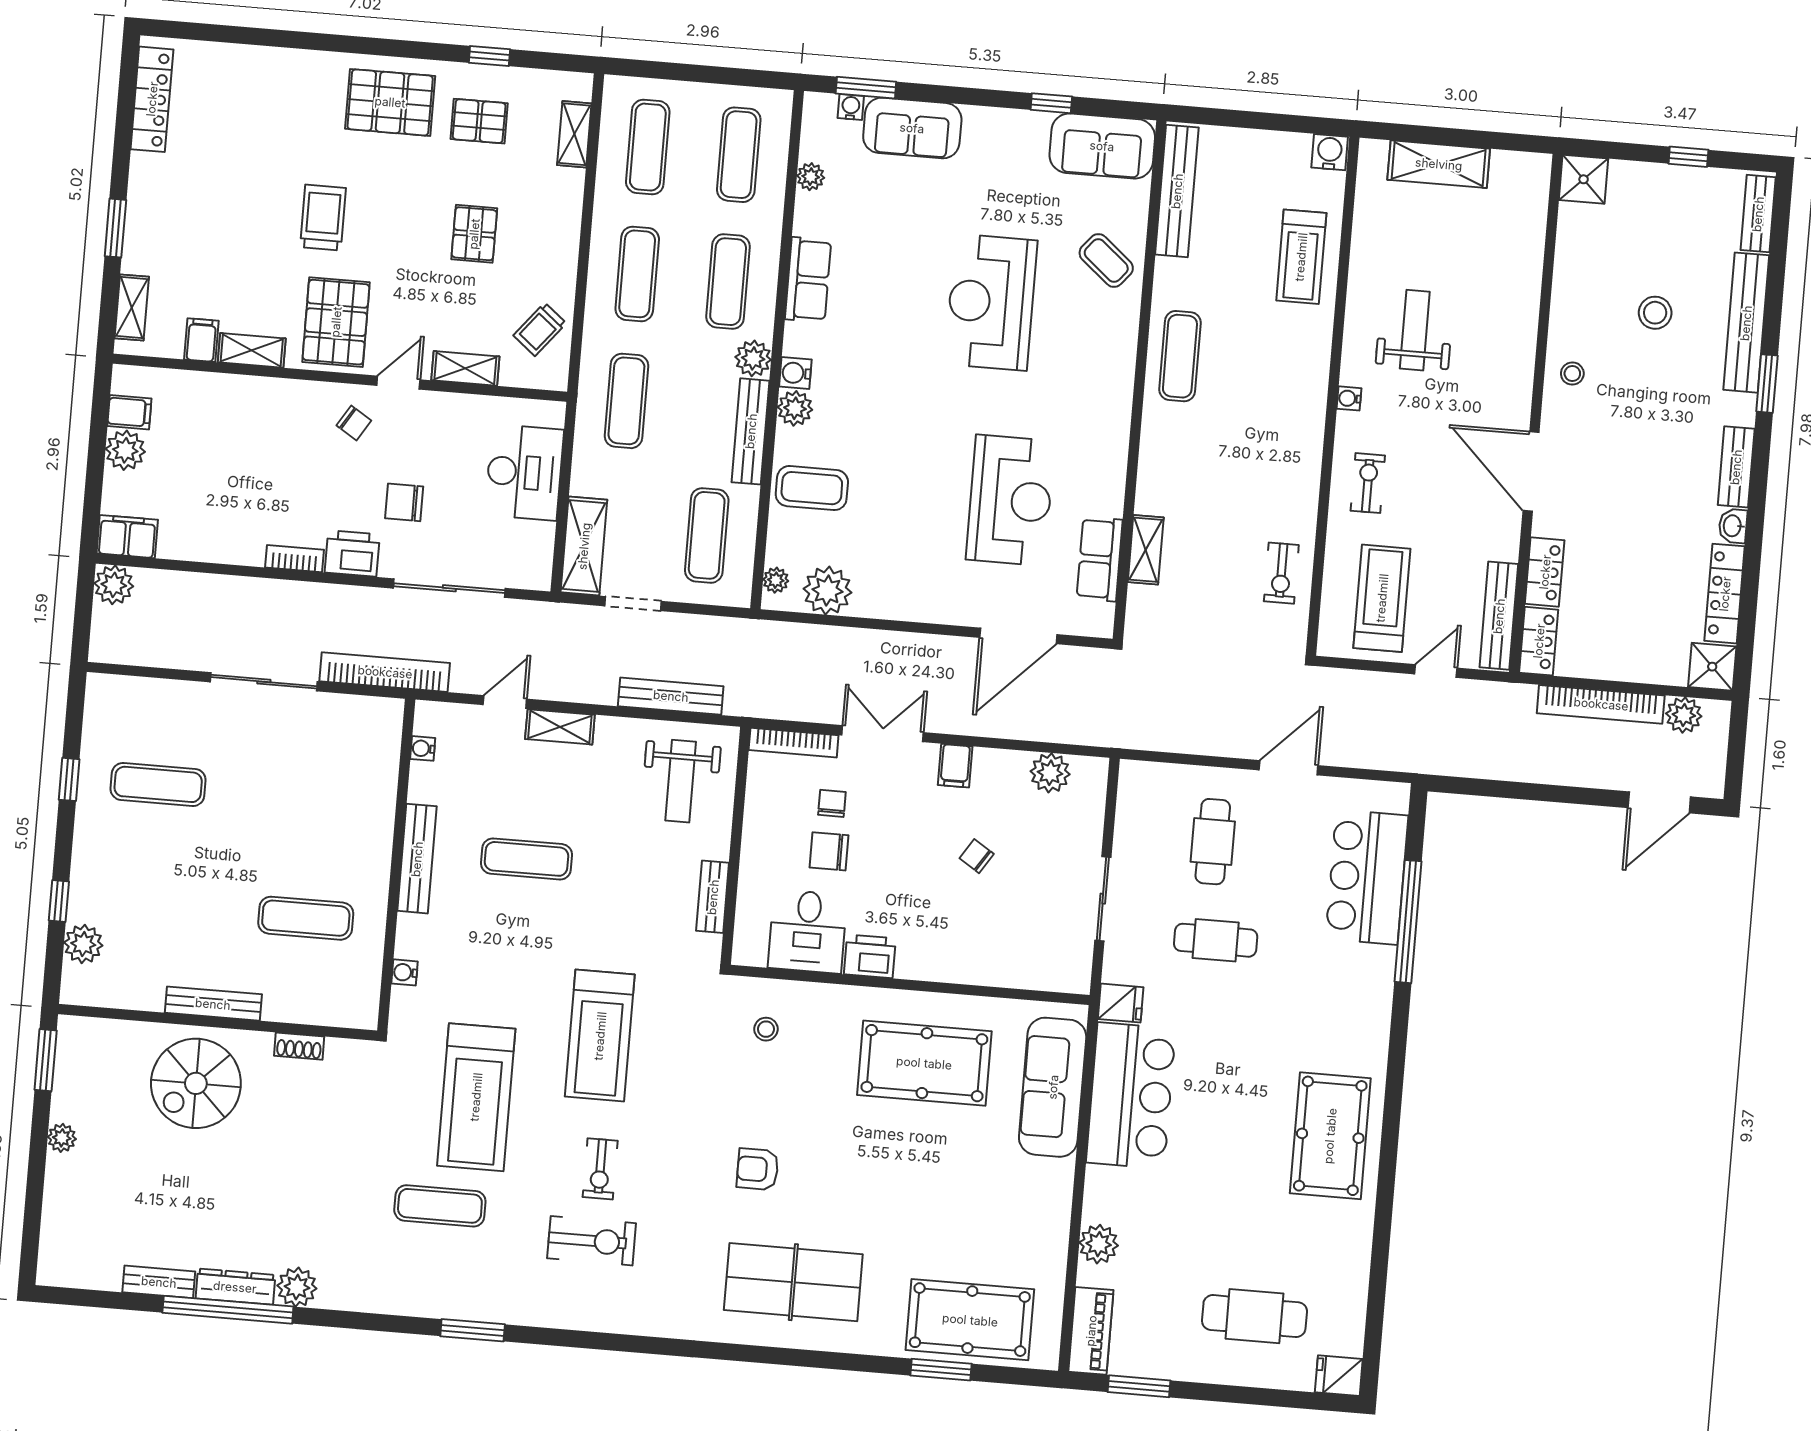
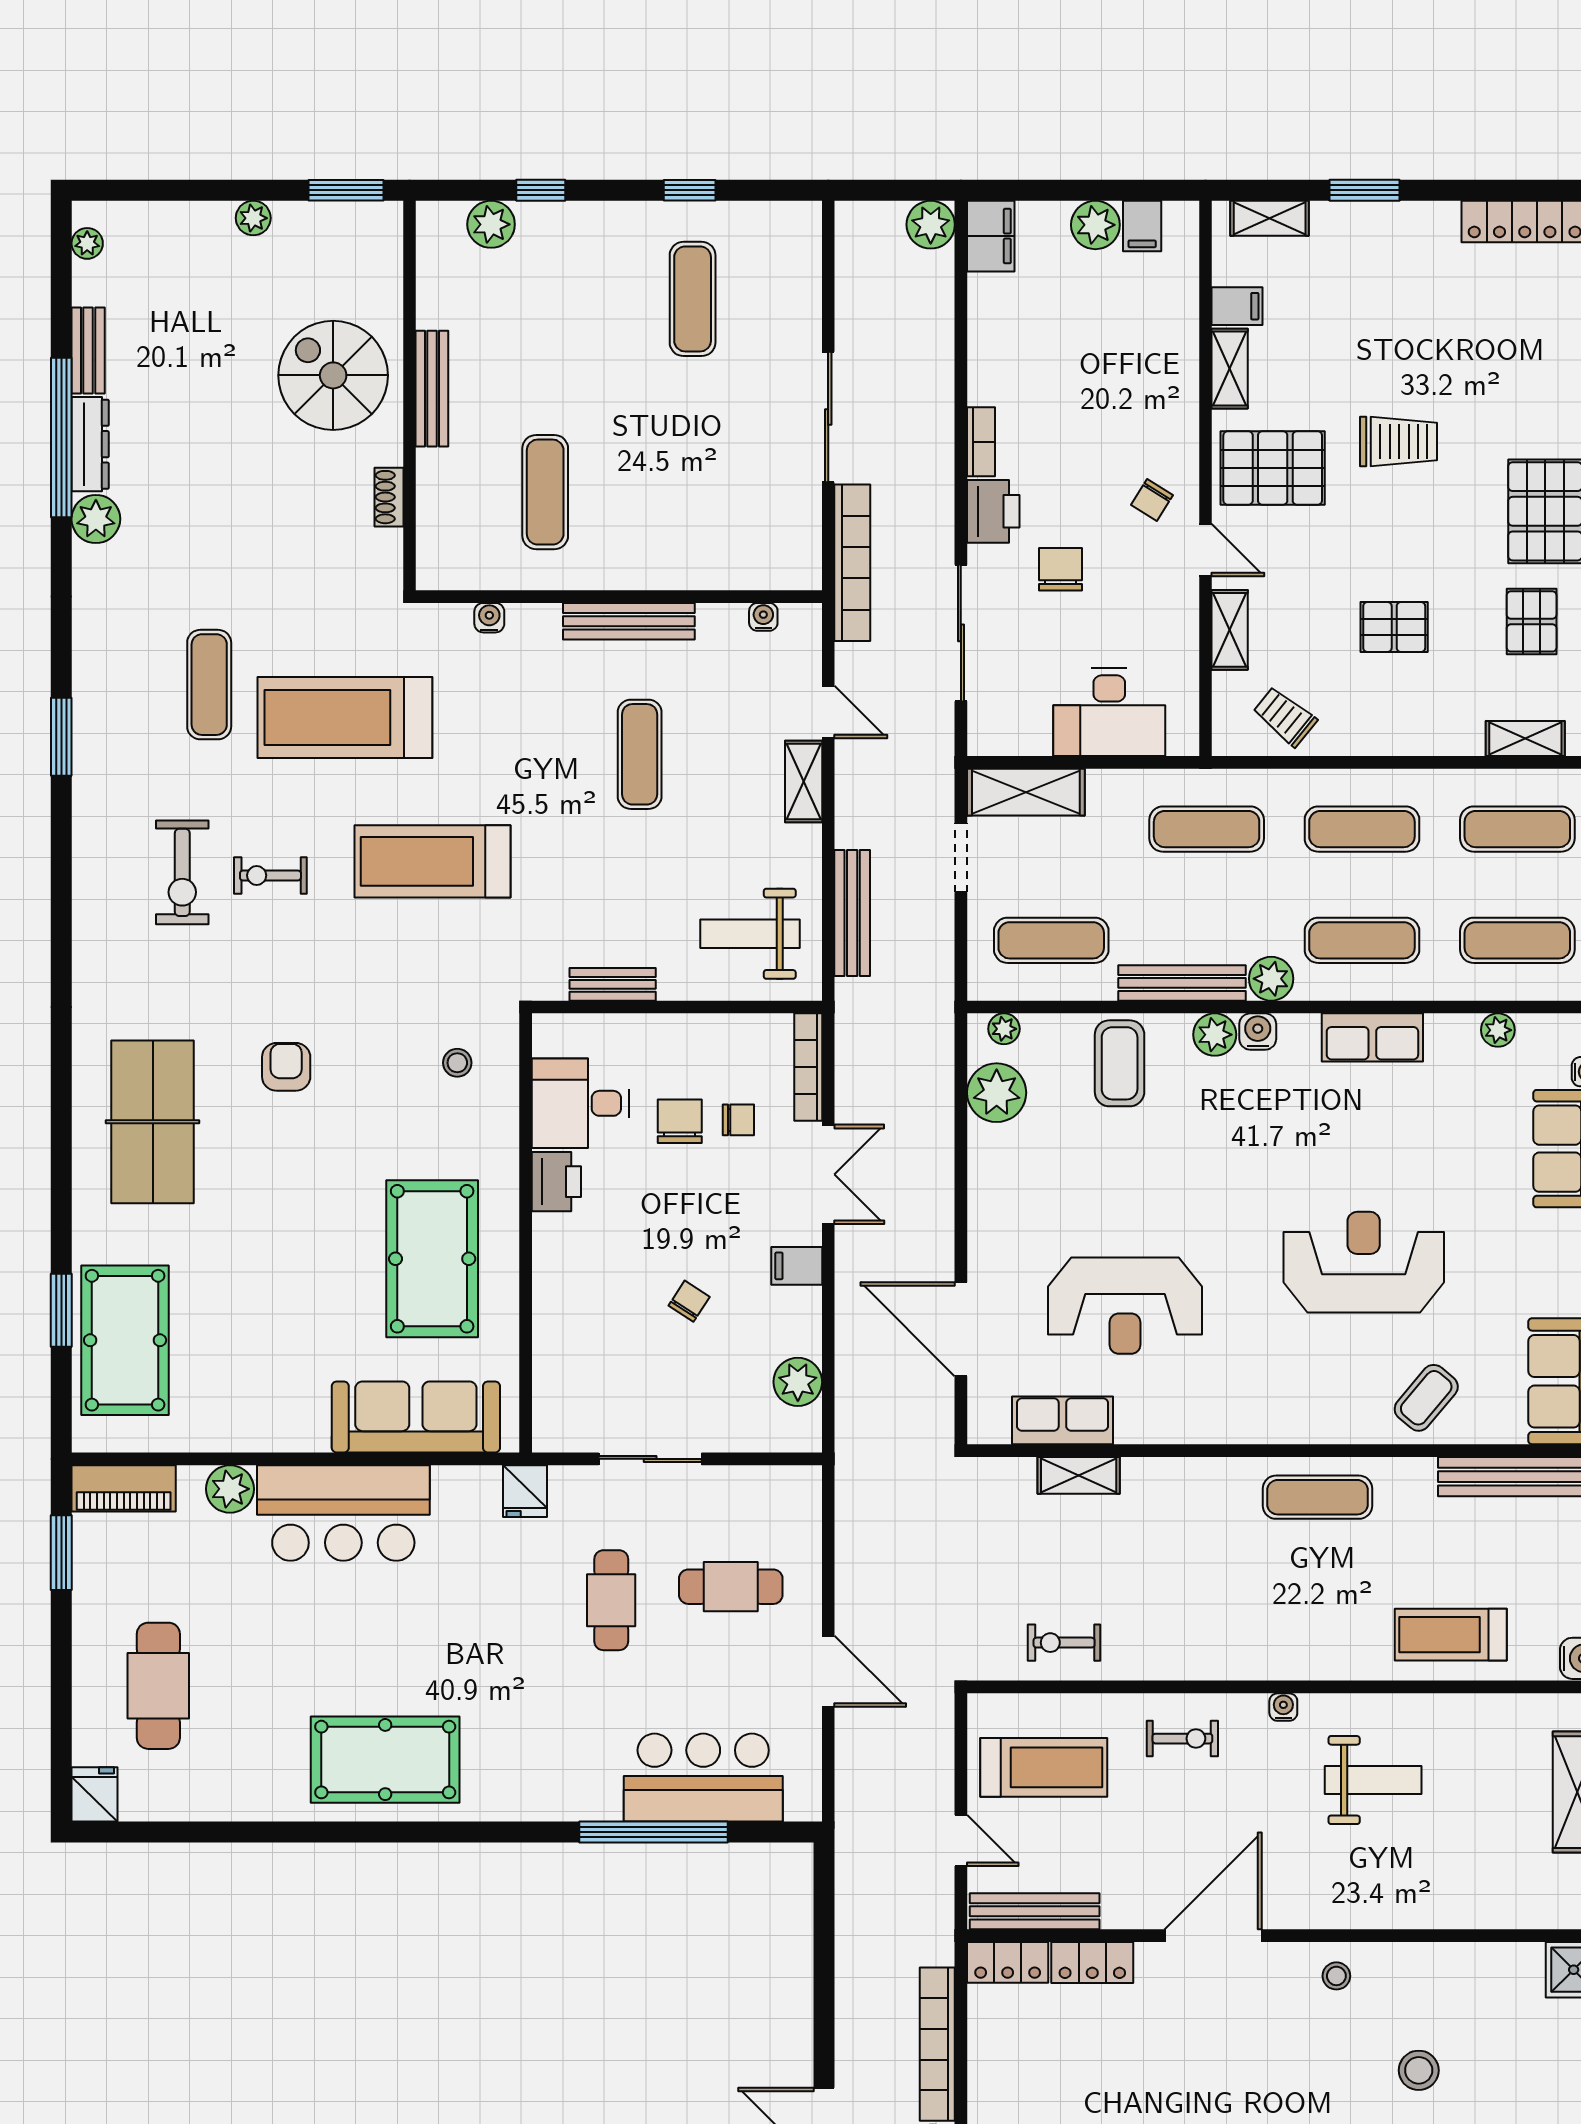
bar counter: (1131, 1096) -> (343, 1513), moved
plant: (71, 1275) -> (87, 243), added

